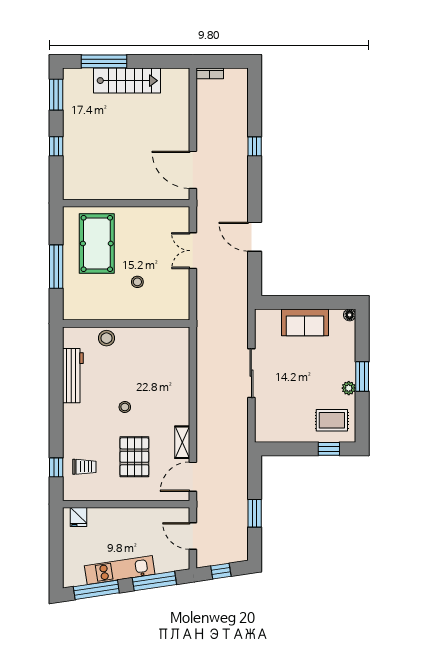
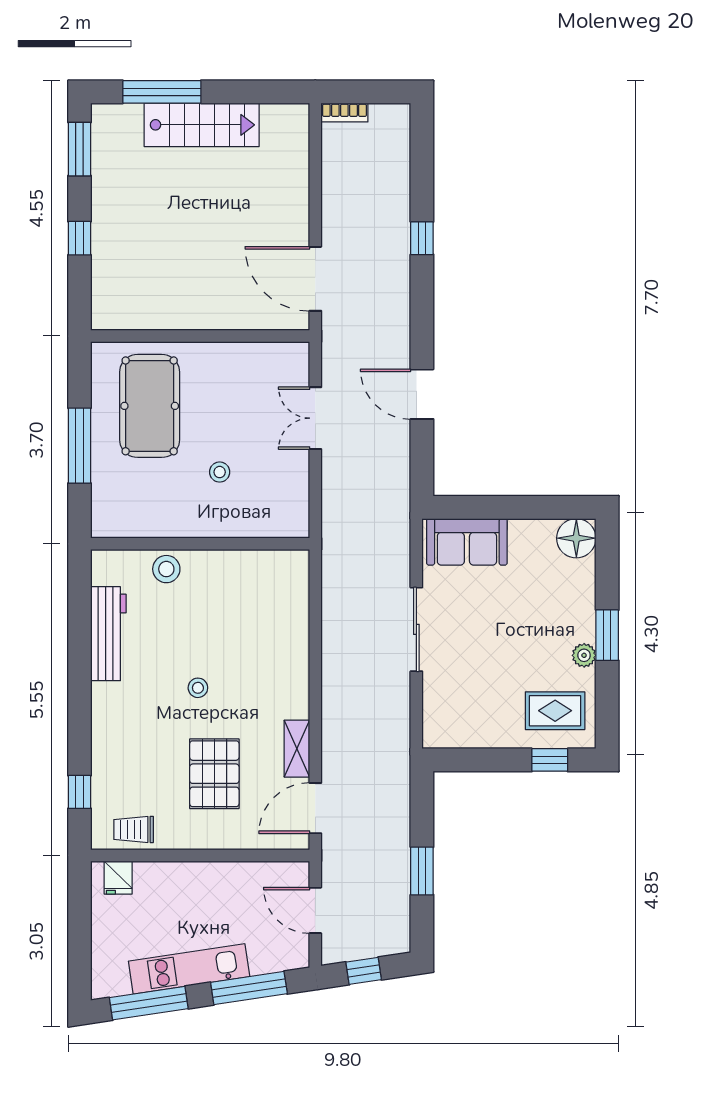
floor lamp: (350, 315) -> (576, 538), width x1.89, depth x1.89
sofa: (305, 322) -> (467, 542), moved
trolley: (84, 467) -> (134, 829), moved, turned 180

